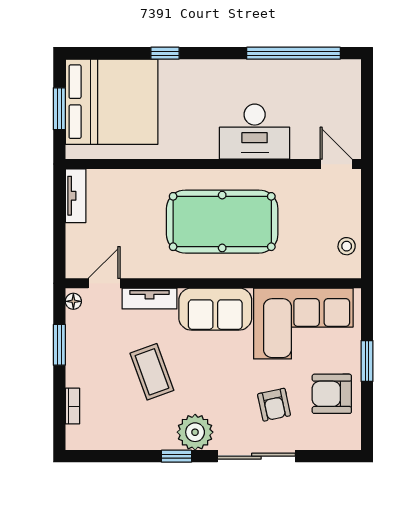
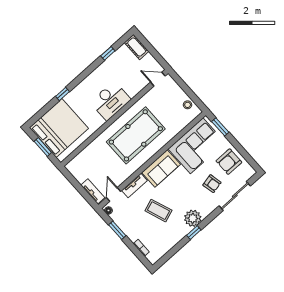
window: (294, 53) -> (108, 53), width x0.32
cot: (348, 84) -> (137, 47), added
desk: (255, 132) -> (111, 101), moved
tv unit: (76, 196) -> (93, 191), moved
window: (367, 361) -> (220, 127), moved
sliding door: (256, 456) -> (235, 196), moved

